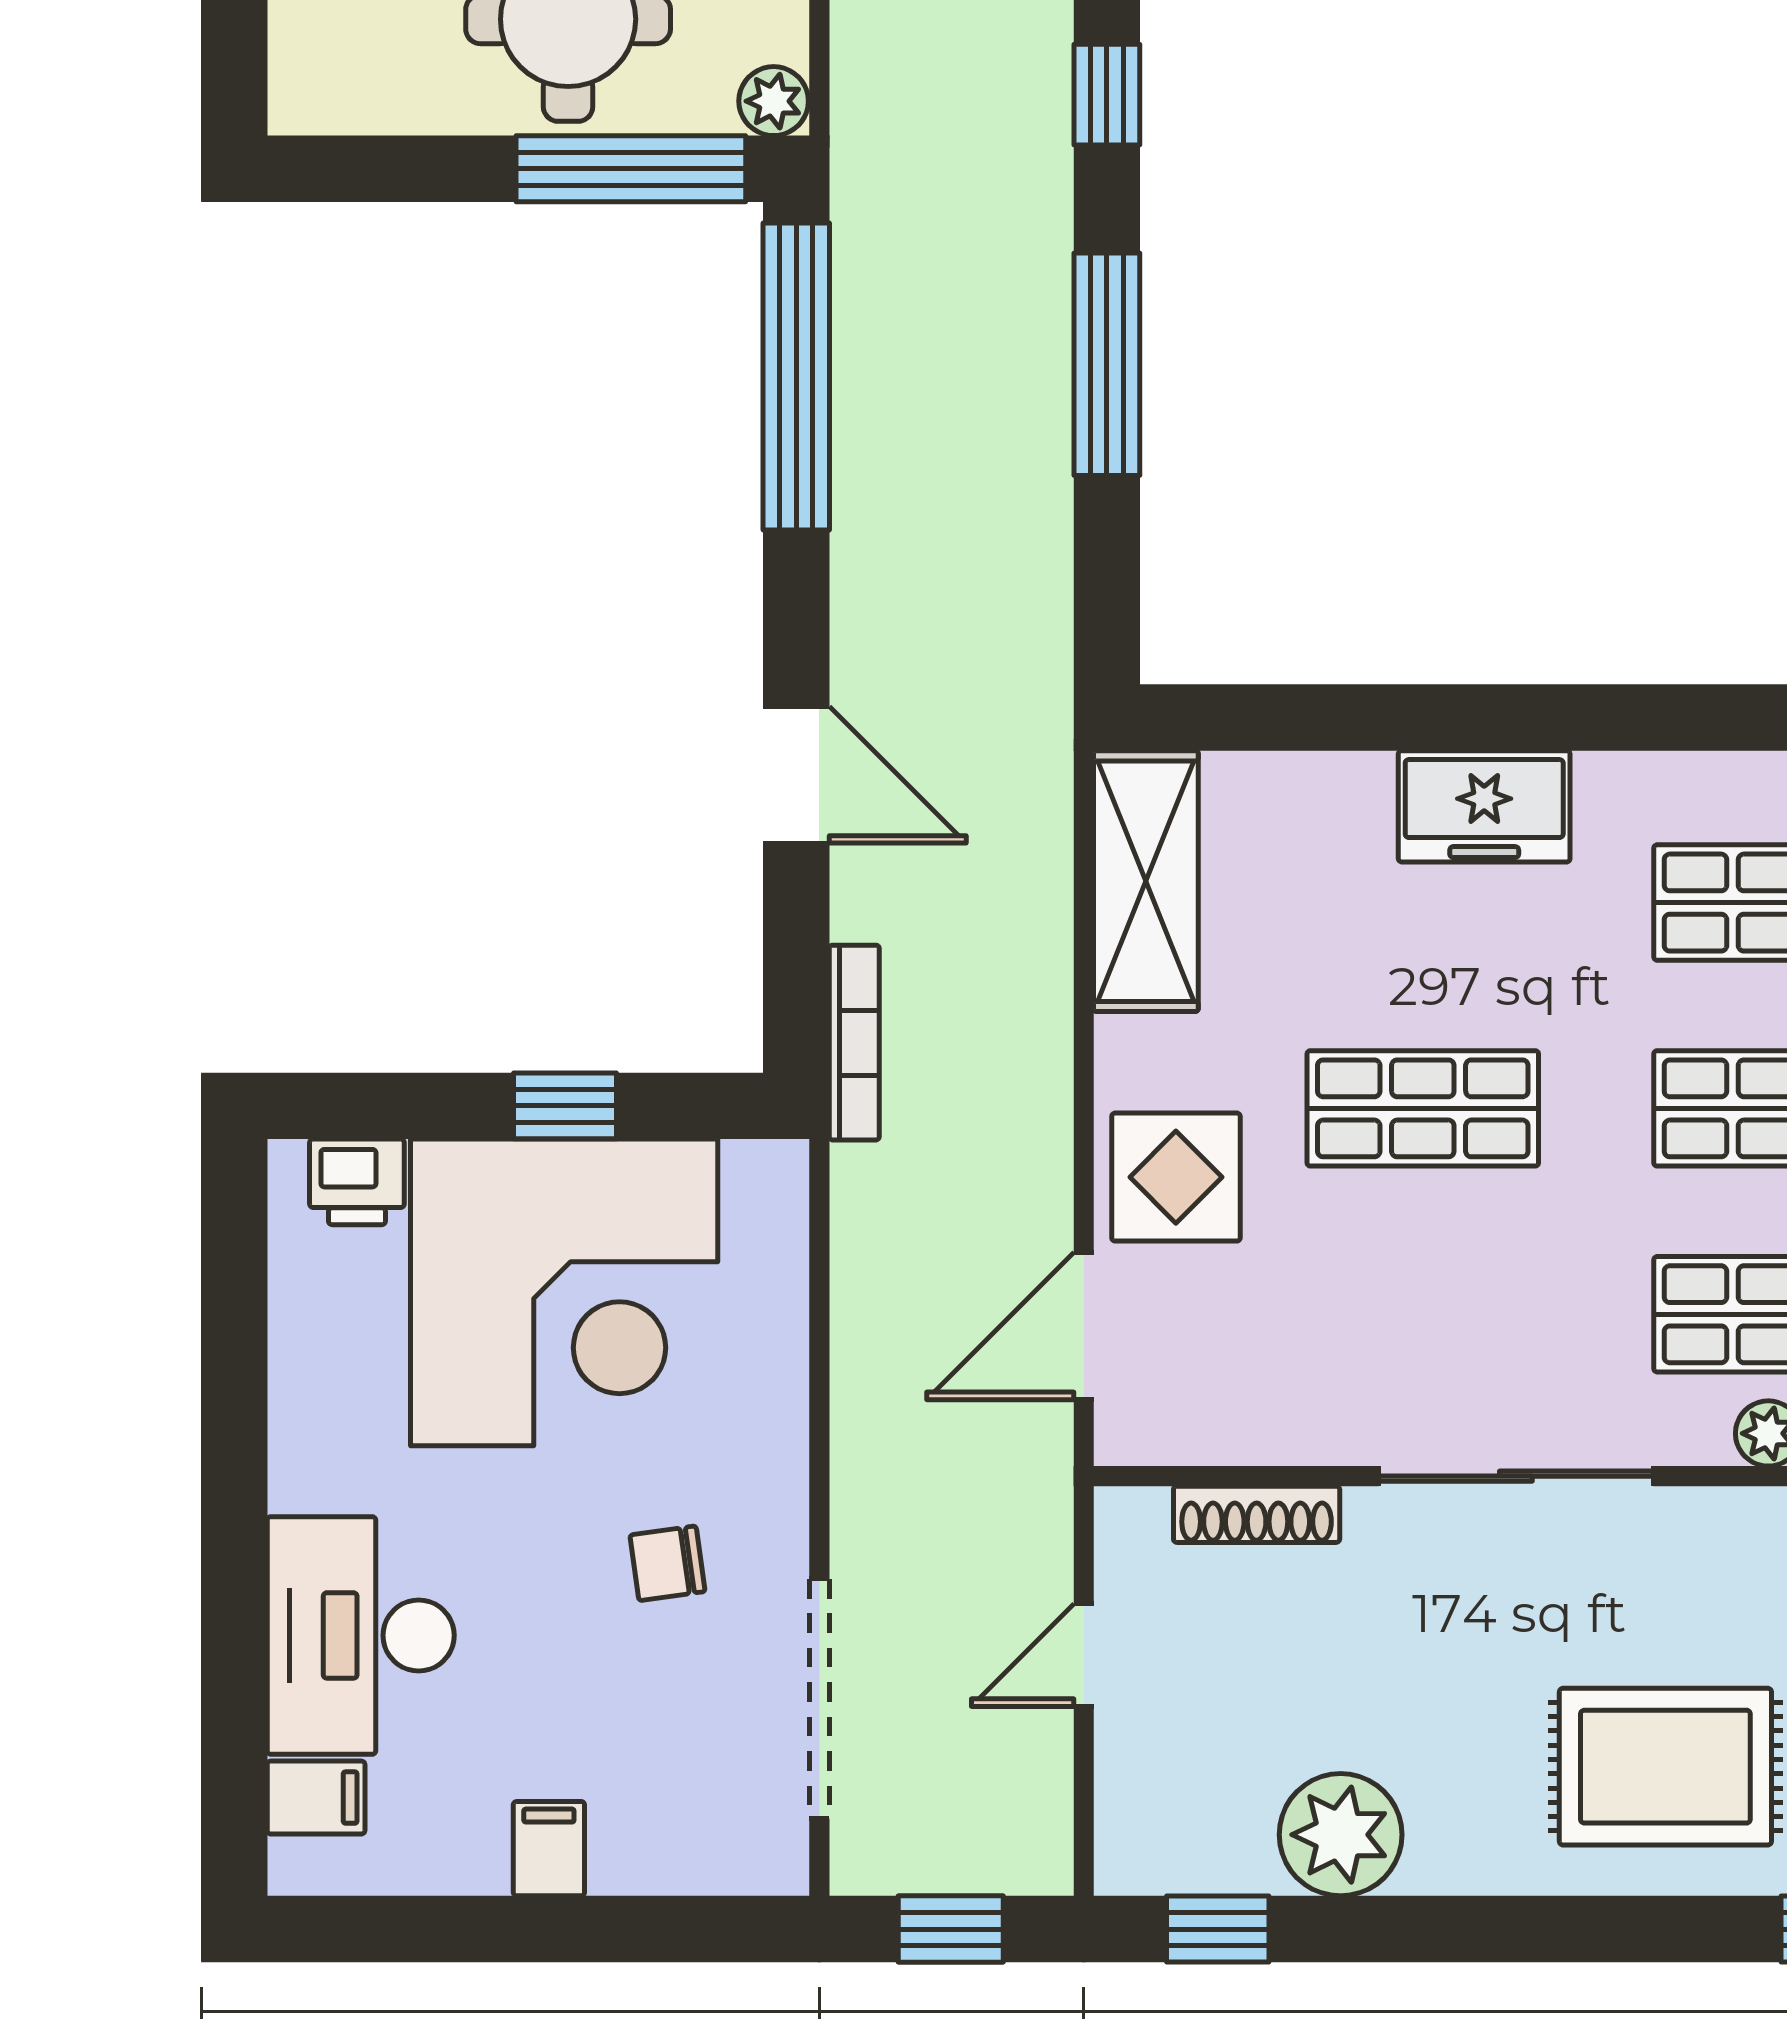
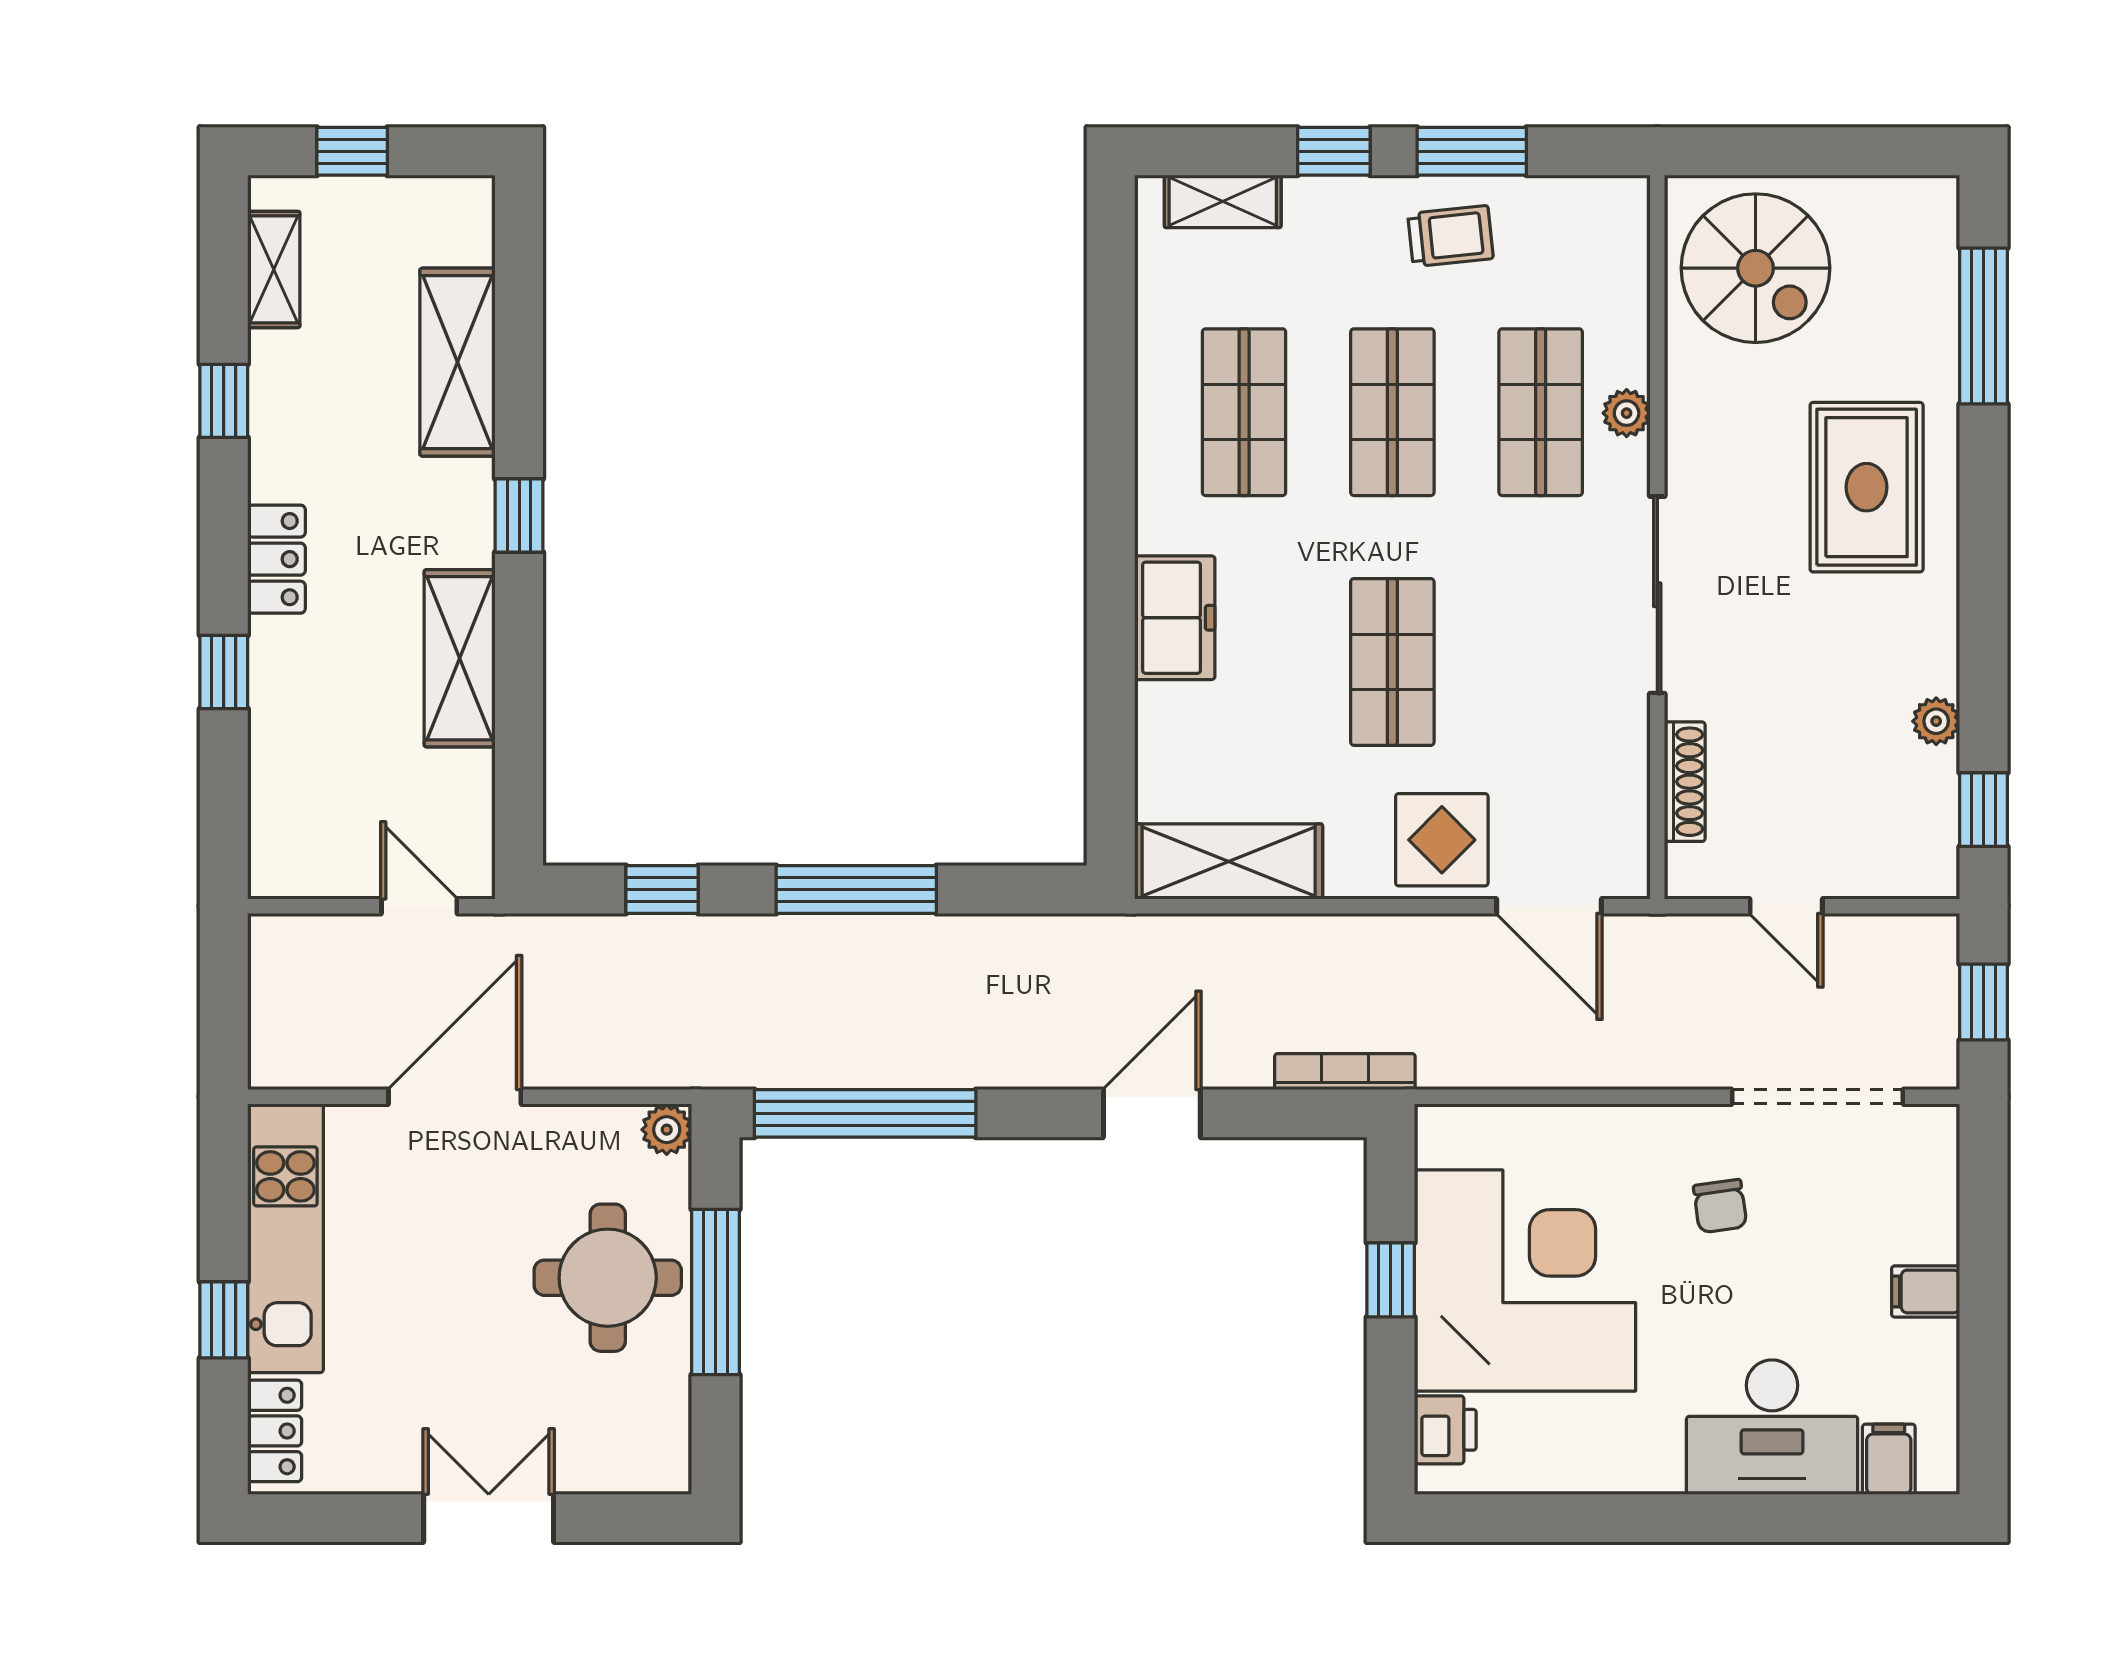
window: (631, 169) -> (715, 1292), moved
plant: (1341, 1835) -> (1936, 721), width x0.53, depth x0.53

